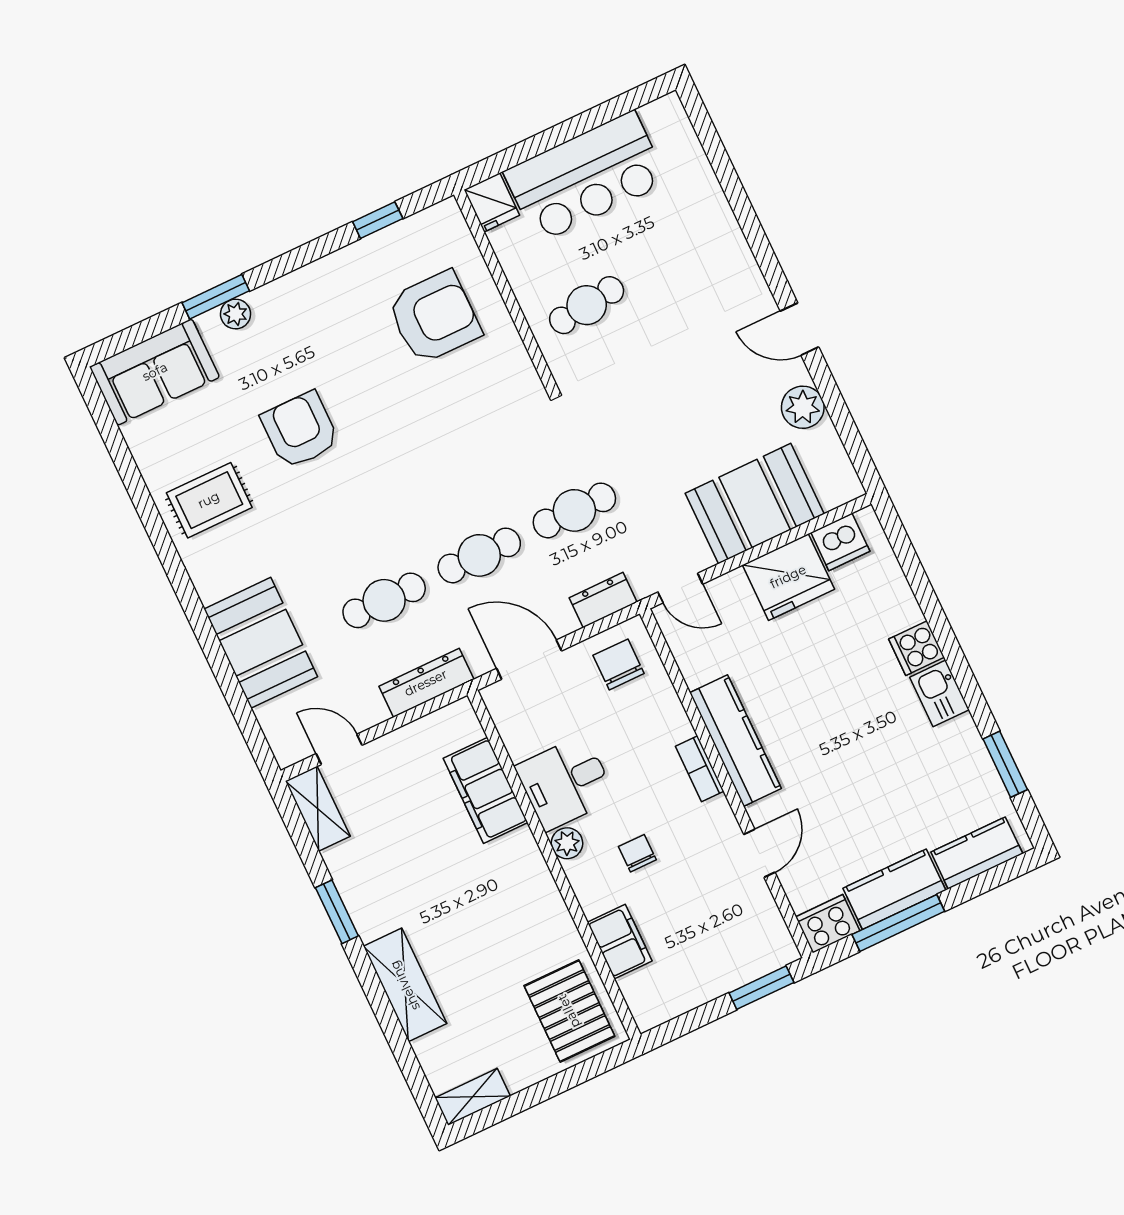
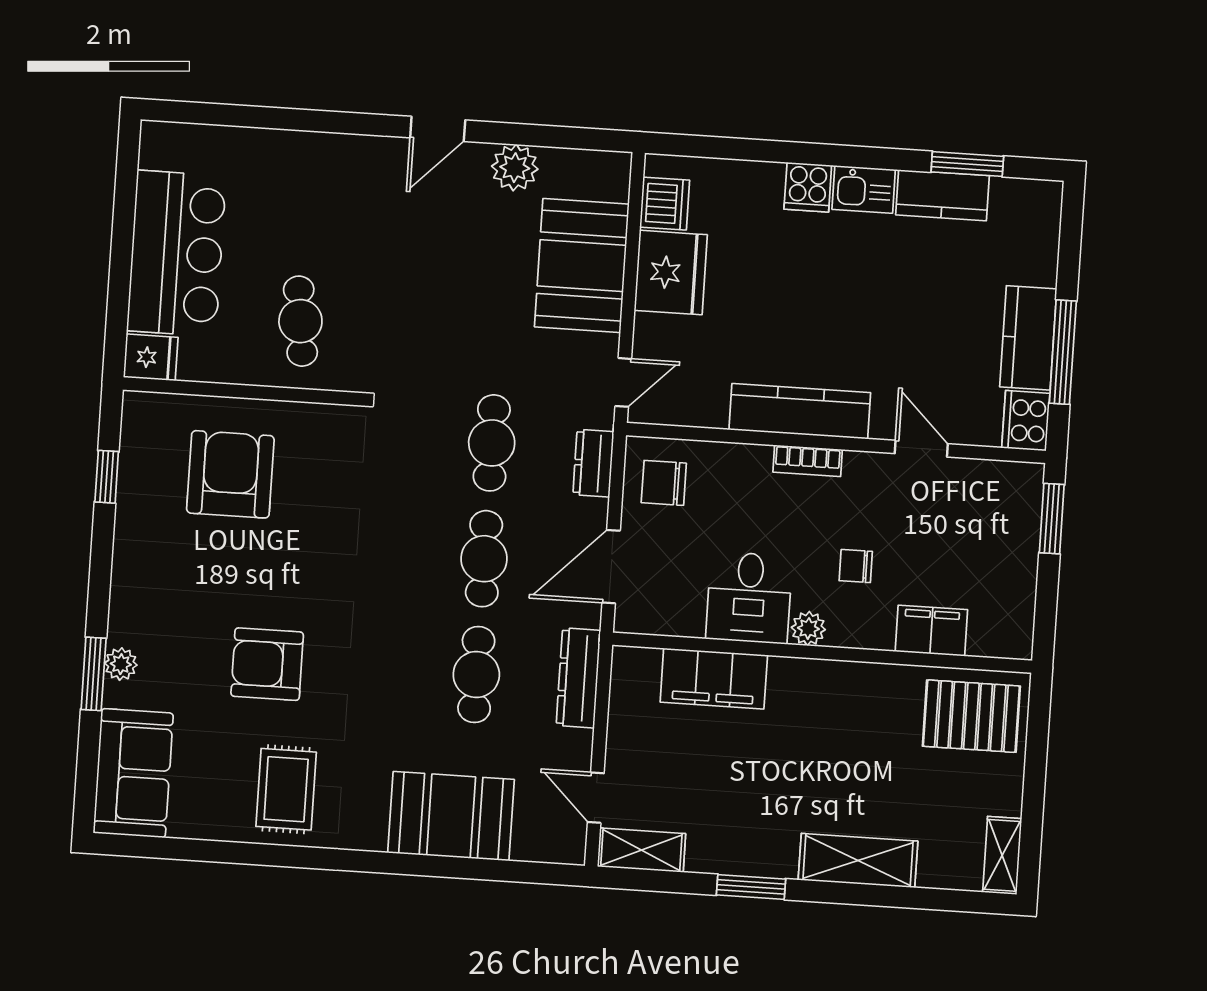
door: (339, 749) -> (596, 798), hinge flipped
kitchen counter: (977, 853) -> (942, 195), moved, turned -90

